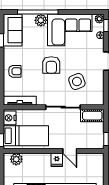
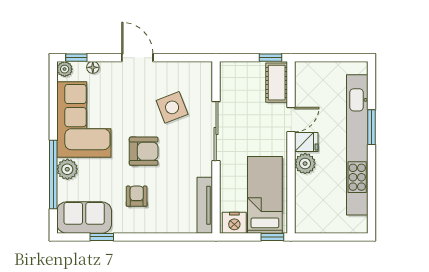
armchair: (15, 71) -> (137, 196), moved
cot: (92, 116) -> (277, 83), moved
plant: (16, 159) -> (305, 164), moved

